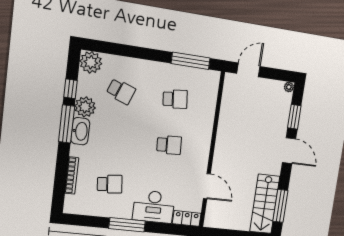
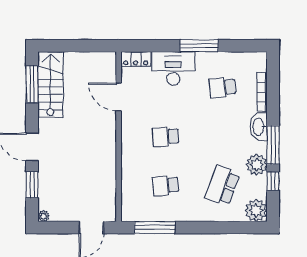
school desk: (121, 91) -> (222, 186), width x1.85
washbasin: (80, 131) -> (259, 127), moved

